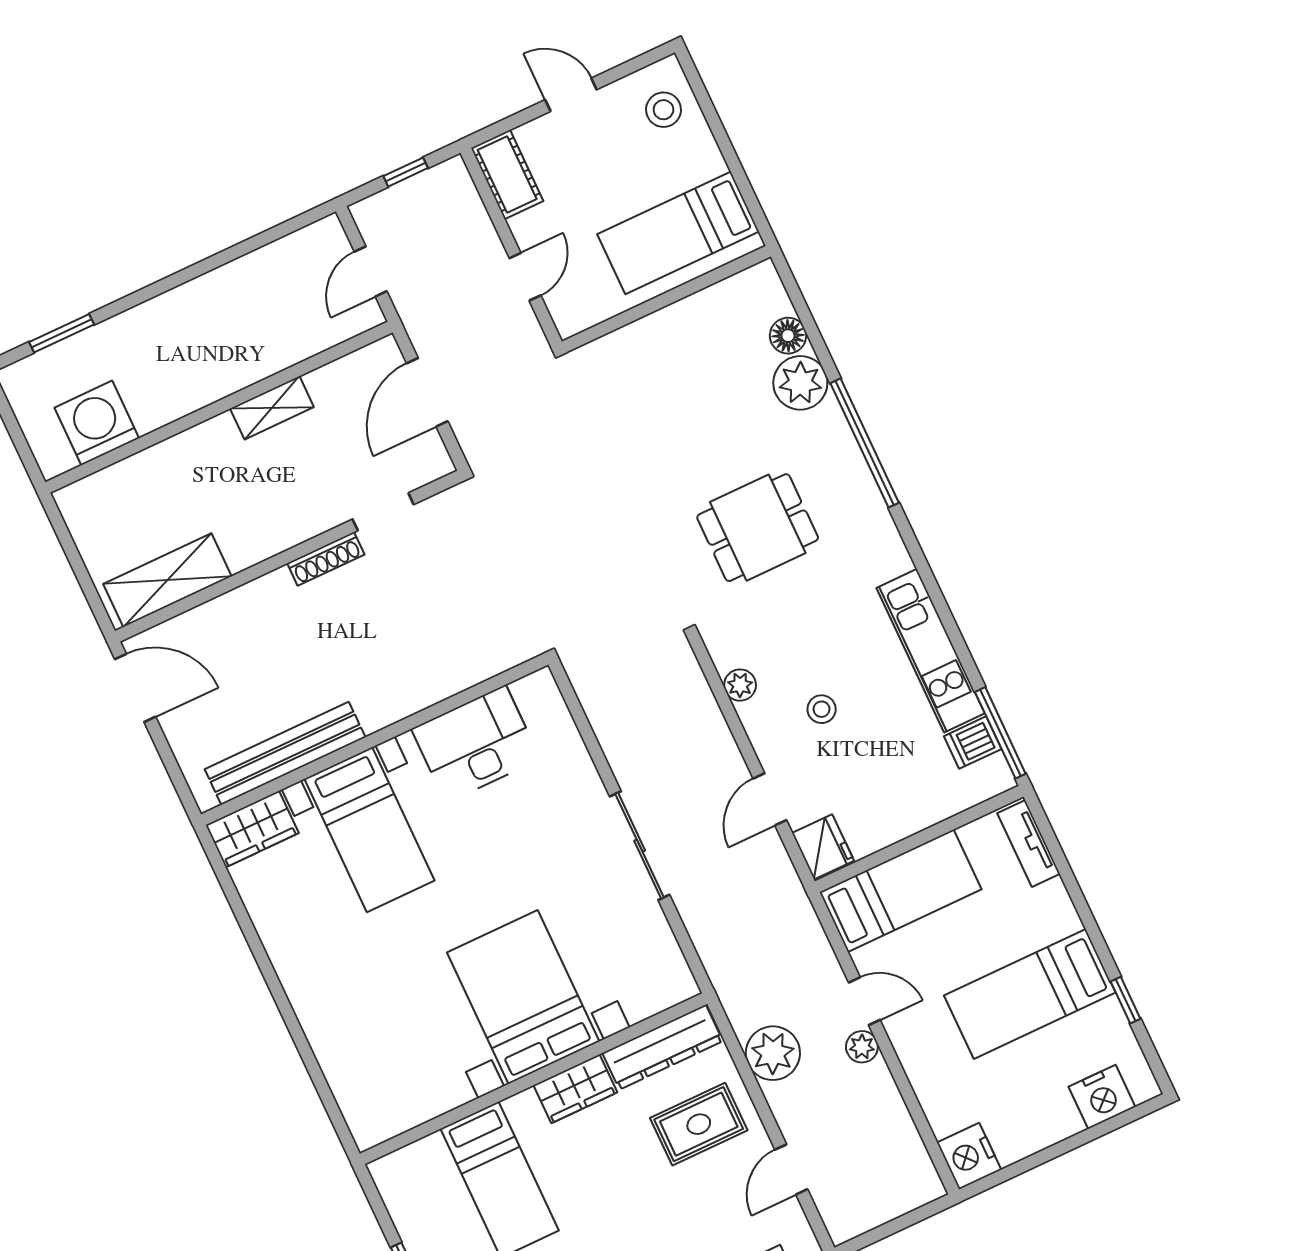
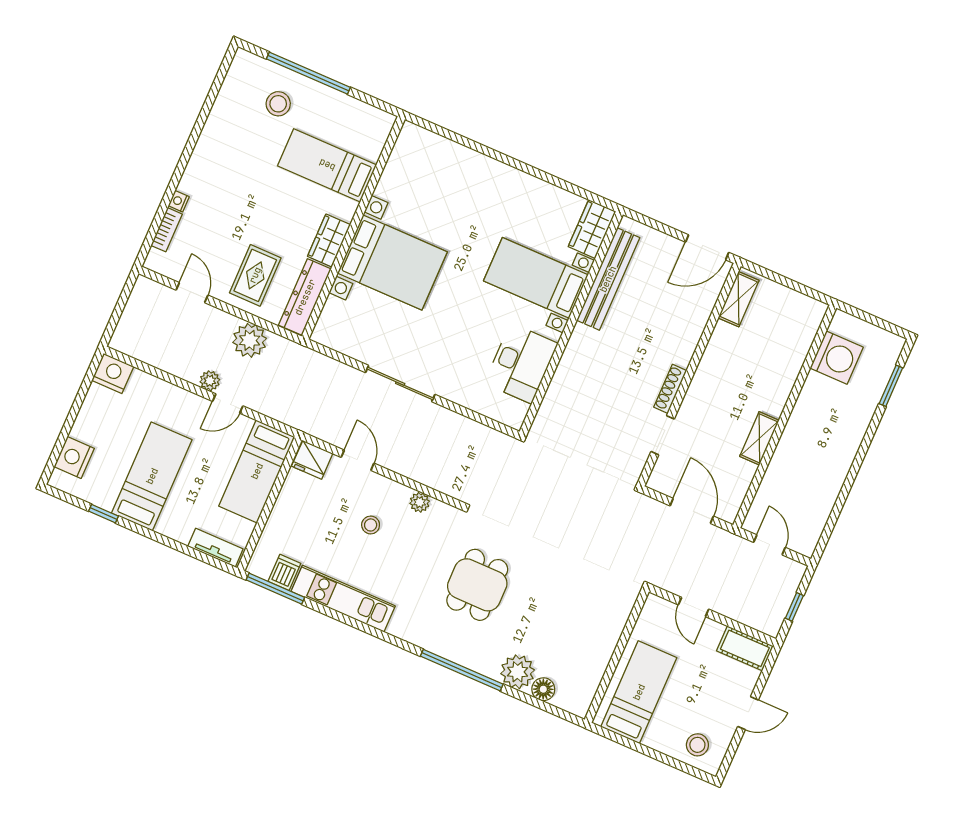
shelving: (167, 580) -> (739, 299), width x0.67, depth x0.75

